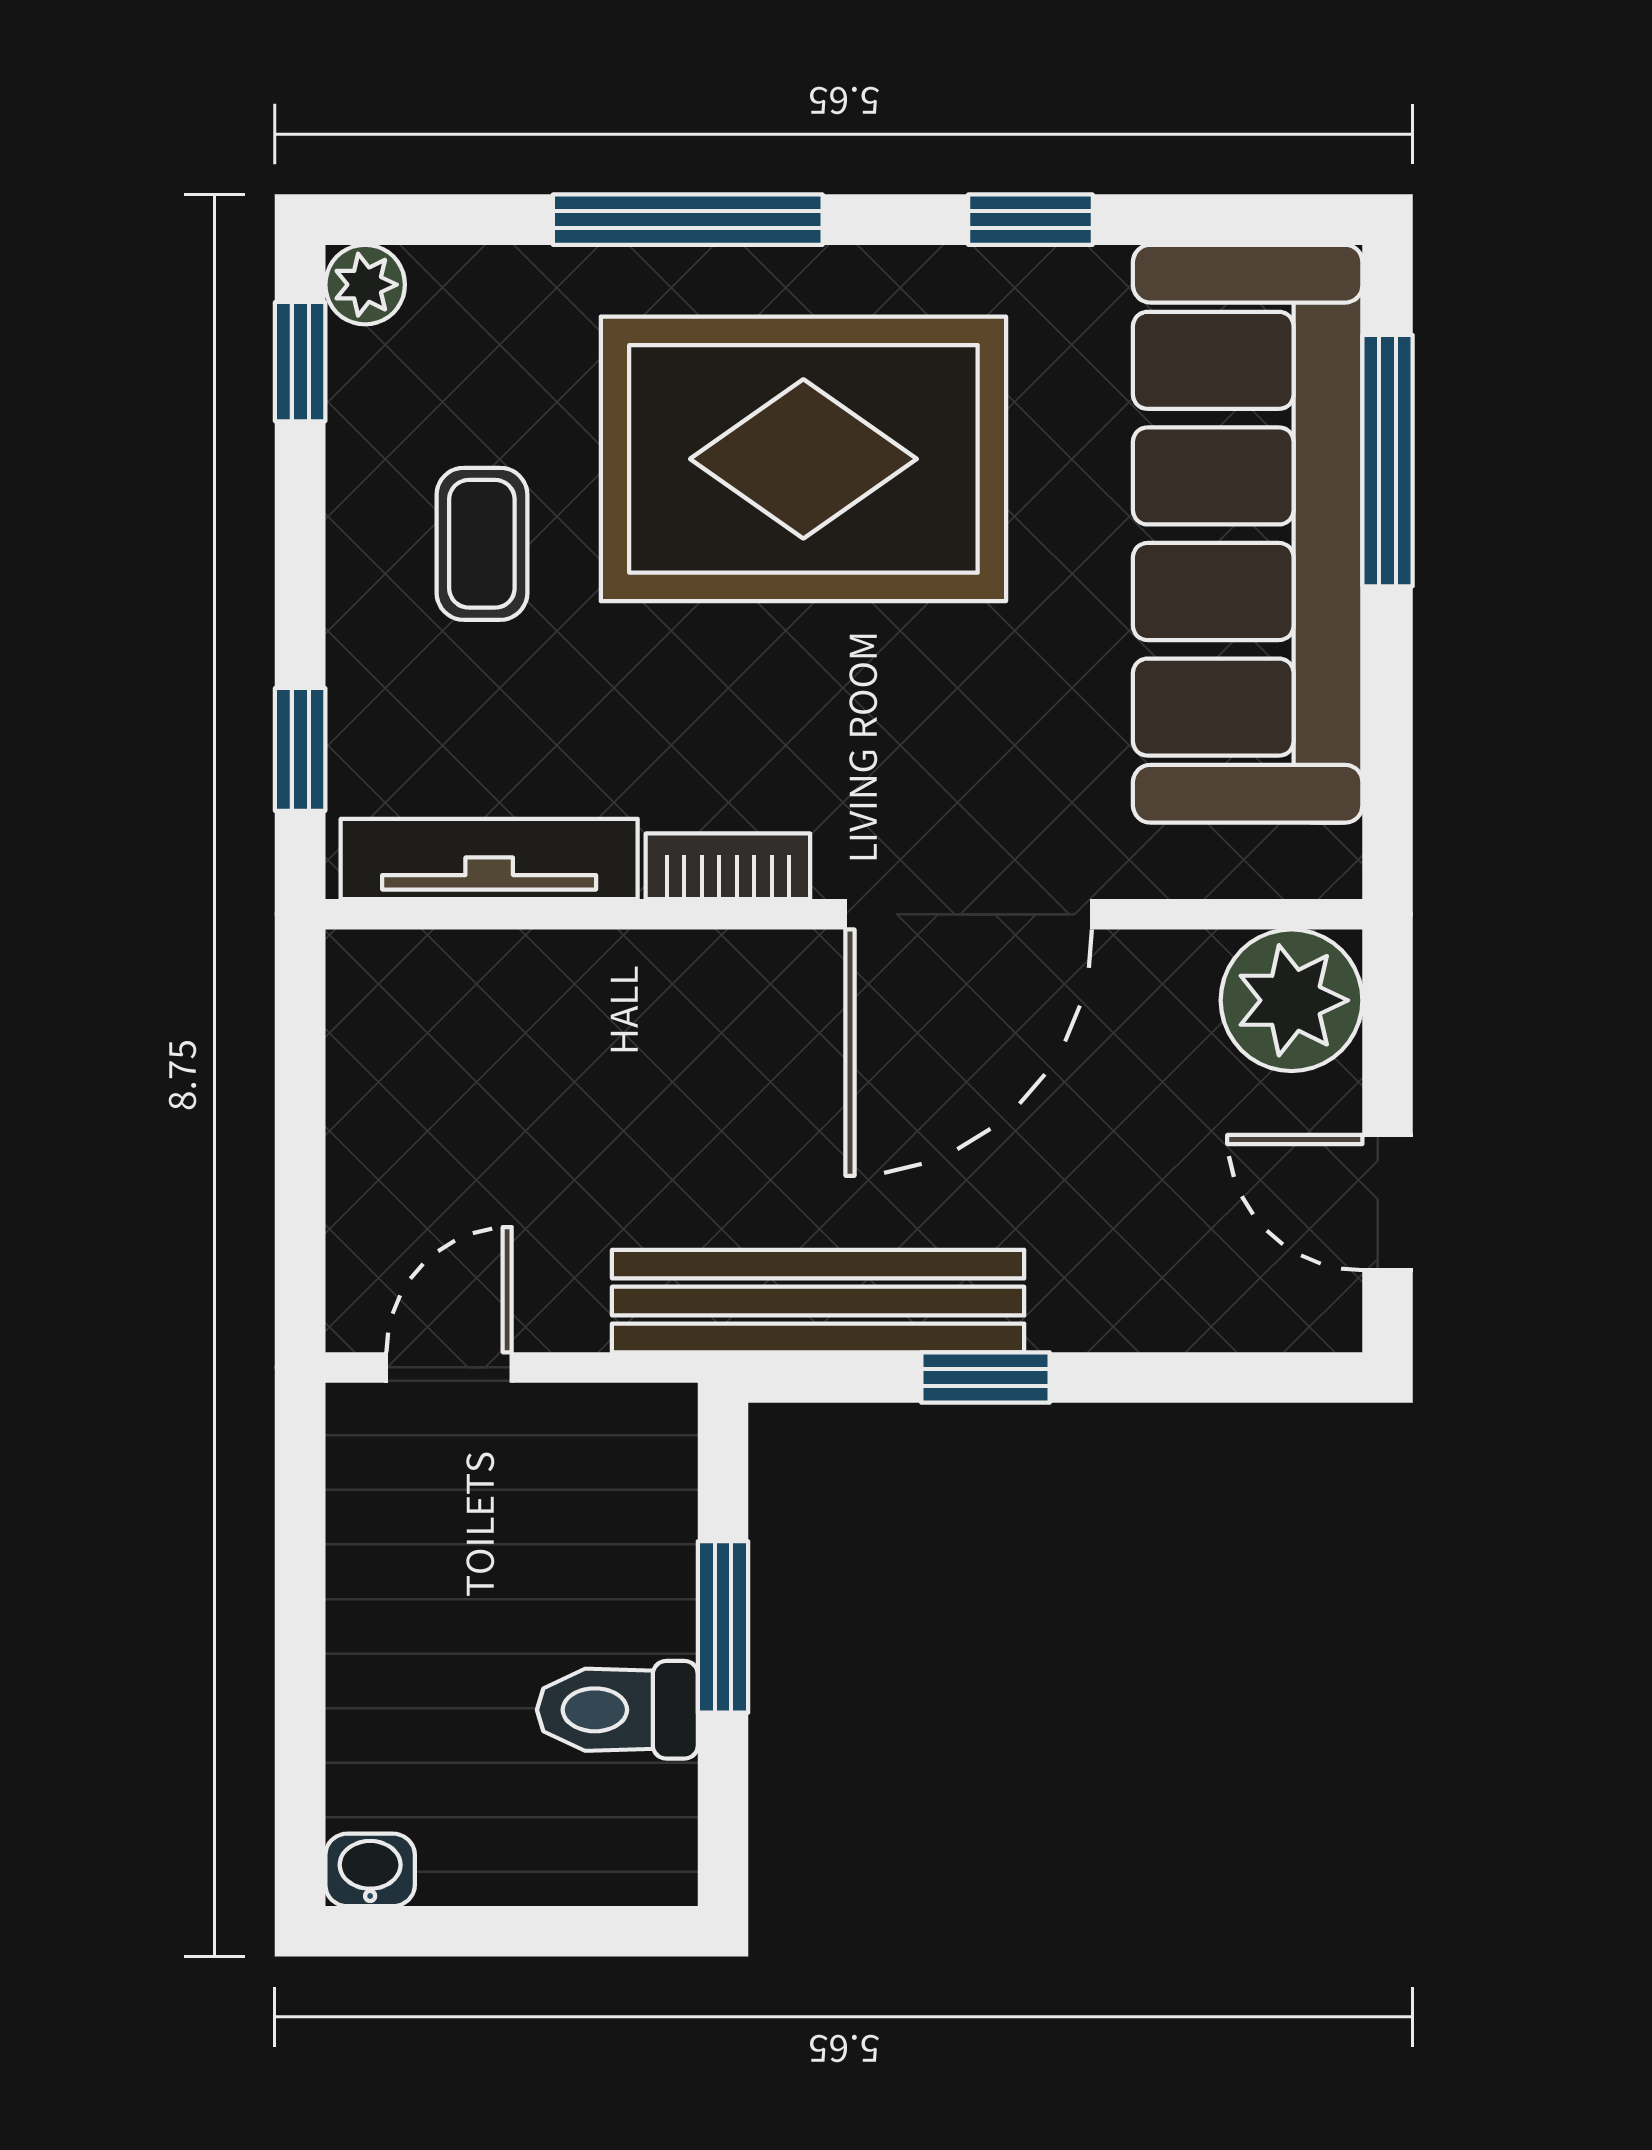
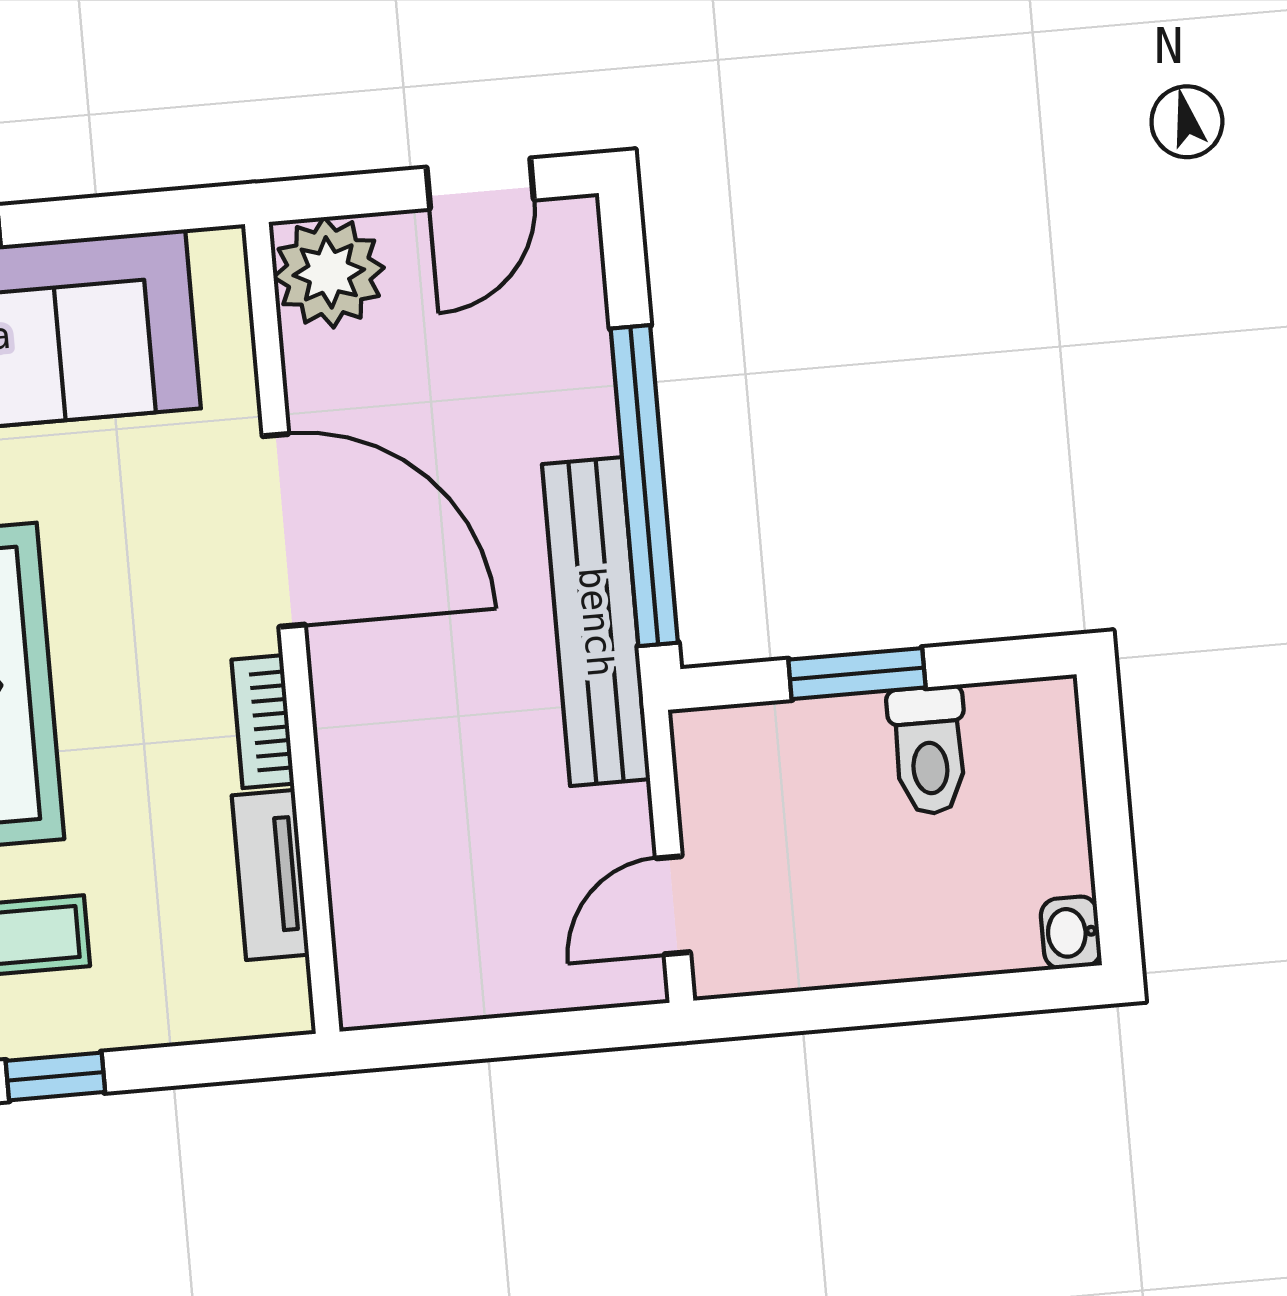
window: (300, 749) -> (55, 1076), moved
tv unit: (489, 859) -> (270, 875), width x0.71
door: (449, 1367) -> (673, 905), hinge flipped
window: (985, 1378) -> (644, 486), width x3.17

